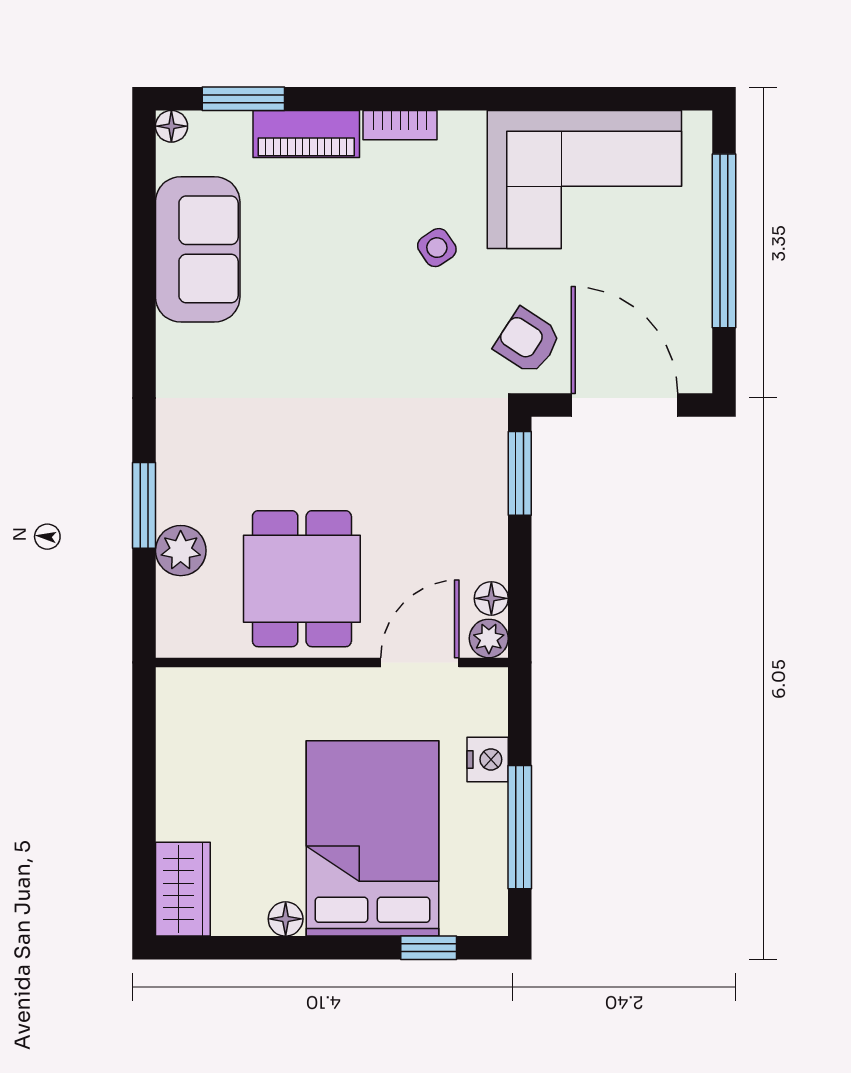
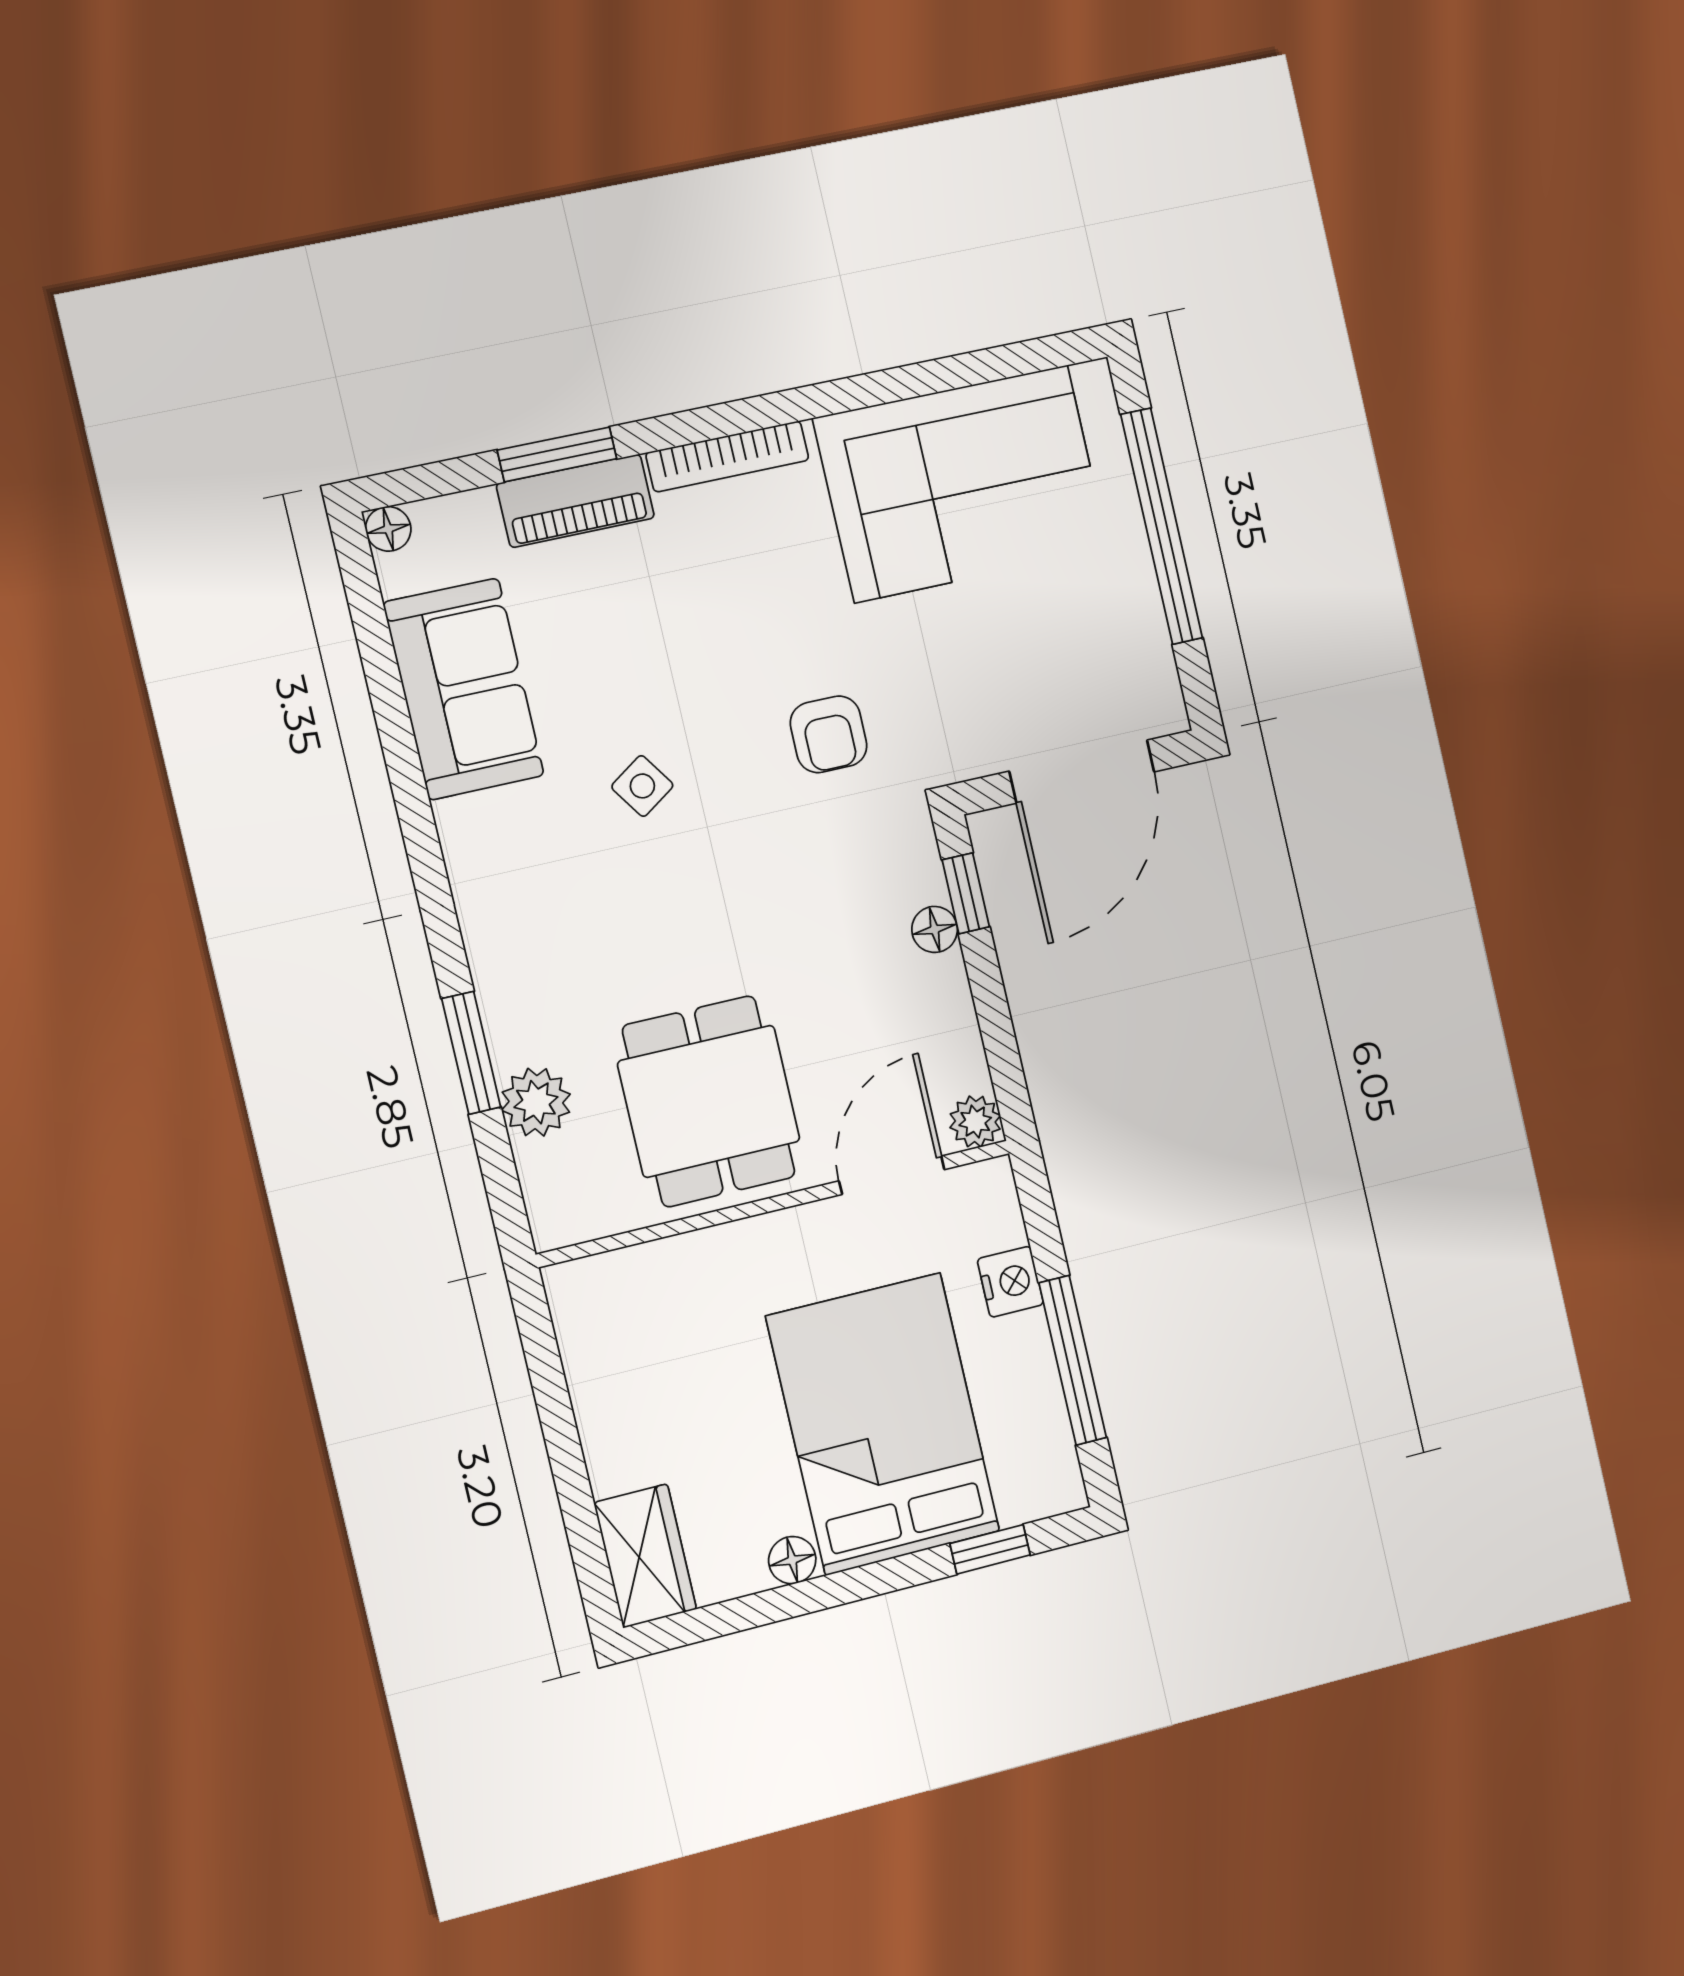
window: (243, 99) -> (557, 454), moved
bookcase: (400, 125) -> (727, 456), width x1.56
side table: (437, 248) -> (642, 786), moved
armchair: (527, 341) -> (829, 734), moved, turned -123
door: (624, 405) -> (1082, 771), swing flipped
window: (520, 473) -> (966, 893), width x0.67
floor lamp: (491, 598) -> (935, 929), moved

